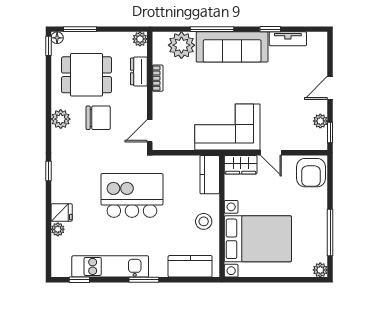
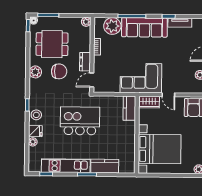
dresser: (139, 71) -> (85, 62), moved
stool: (204, 221) -> (36, 115), moved
kitchen counter: (190, 266) -> (105, 166), moved

